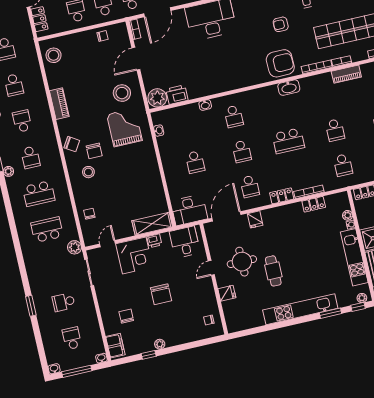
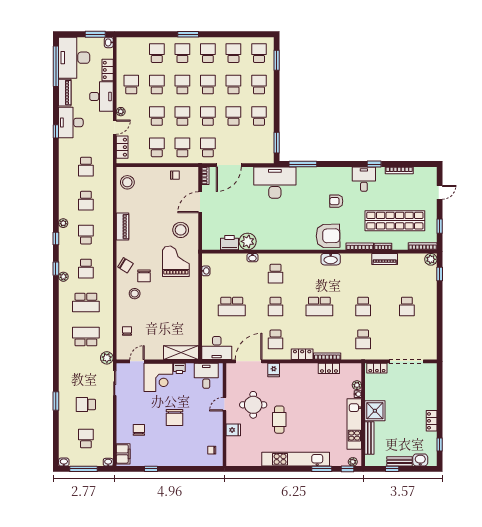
plant: (157, 98) -> (248, 241), moved
school desk: (195, 162) -> (232, 306), width x1.85
plant: (160, 344) -> (163, 462), removed

